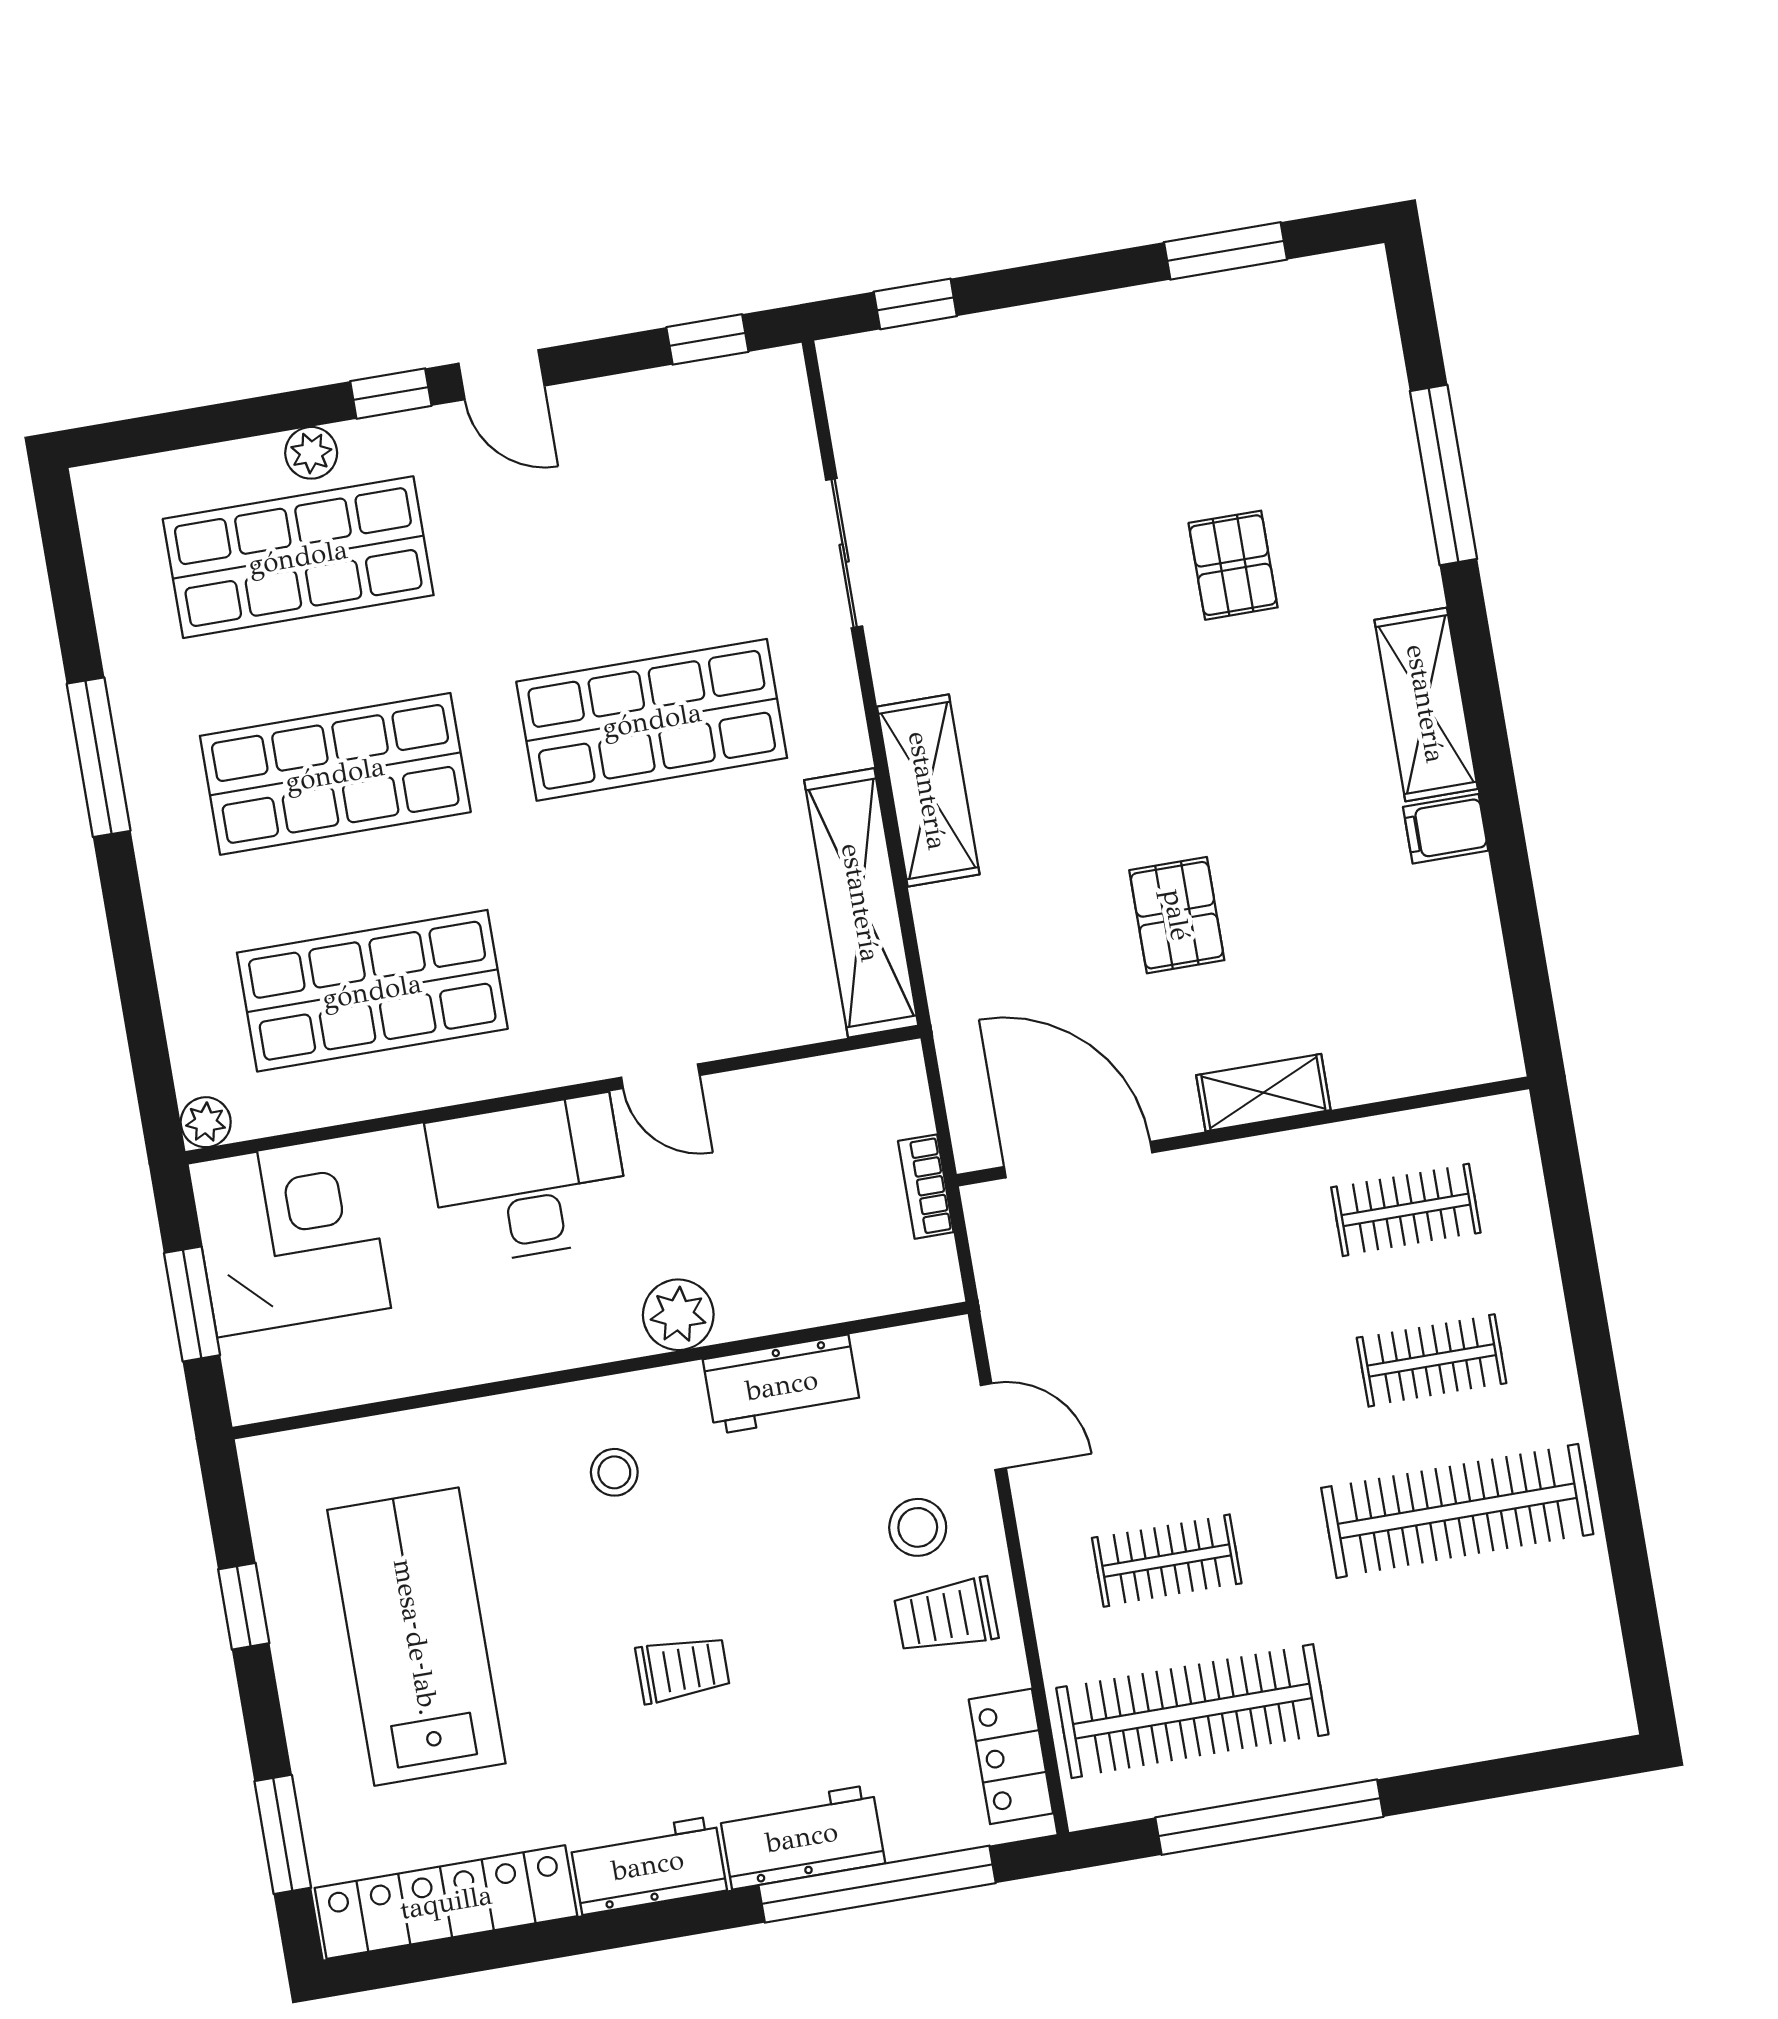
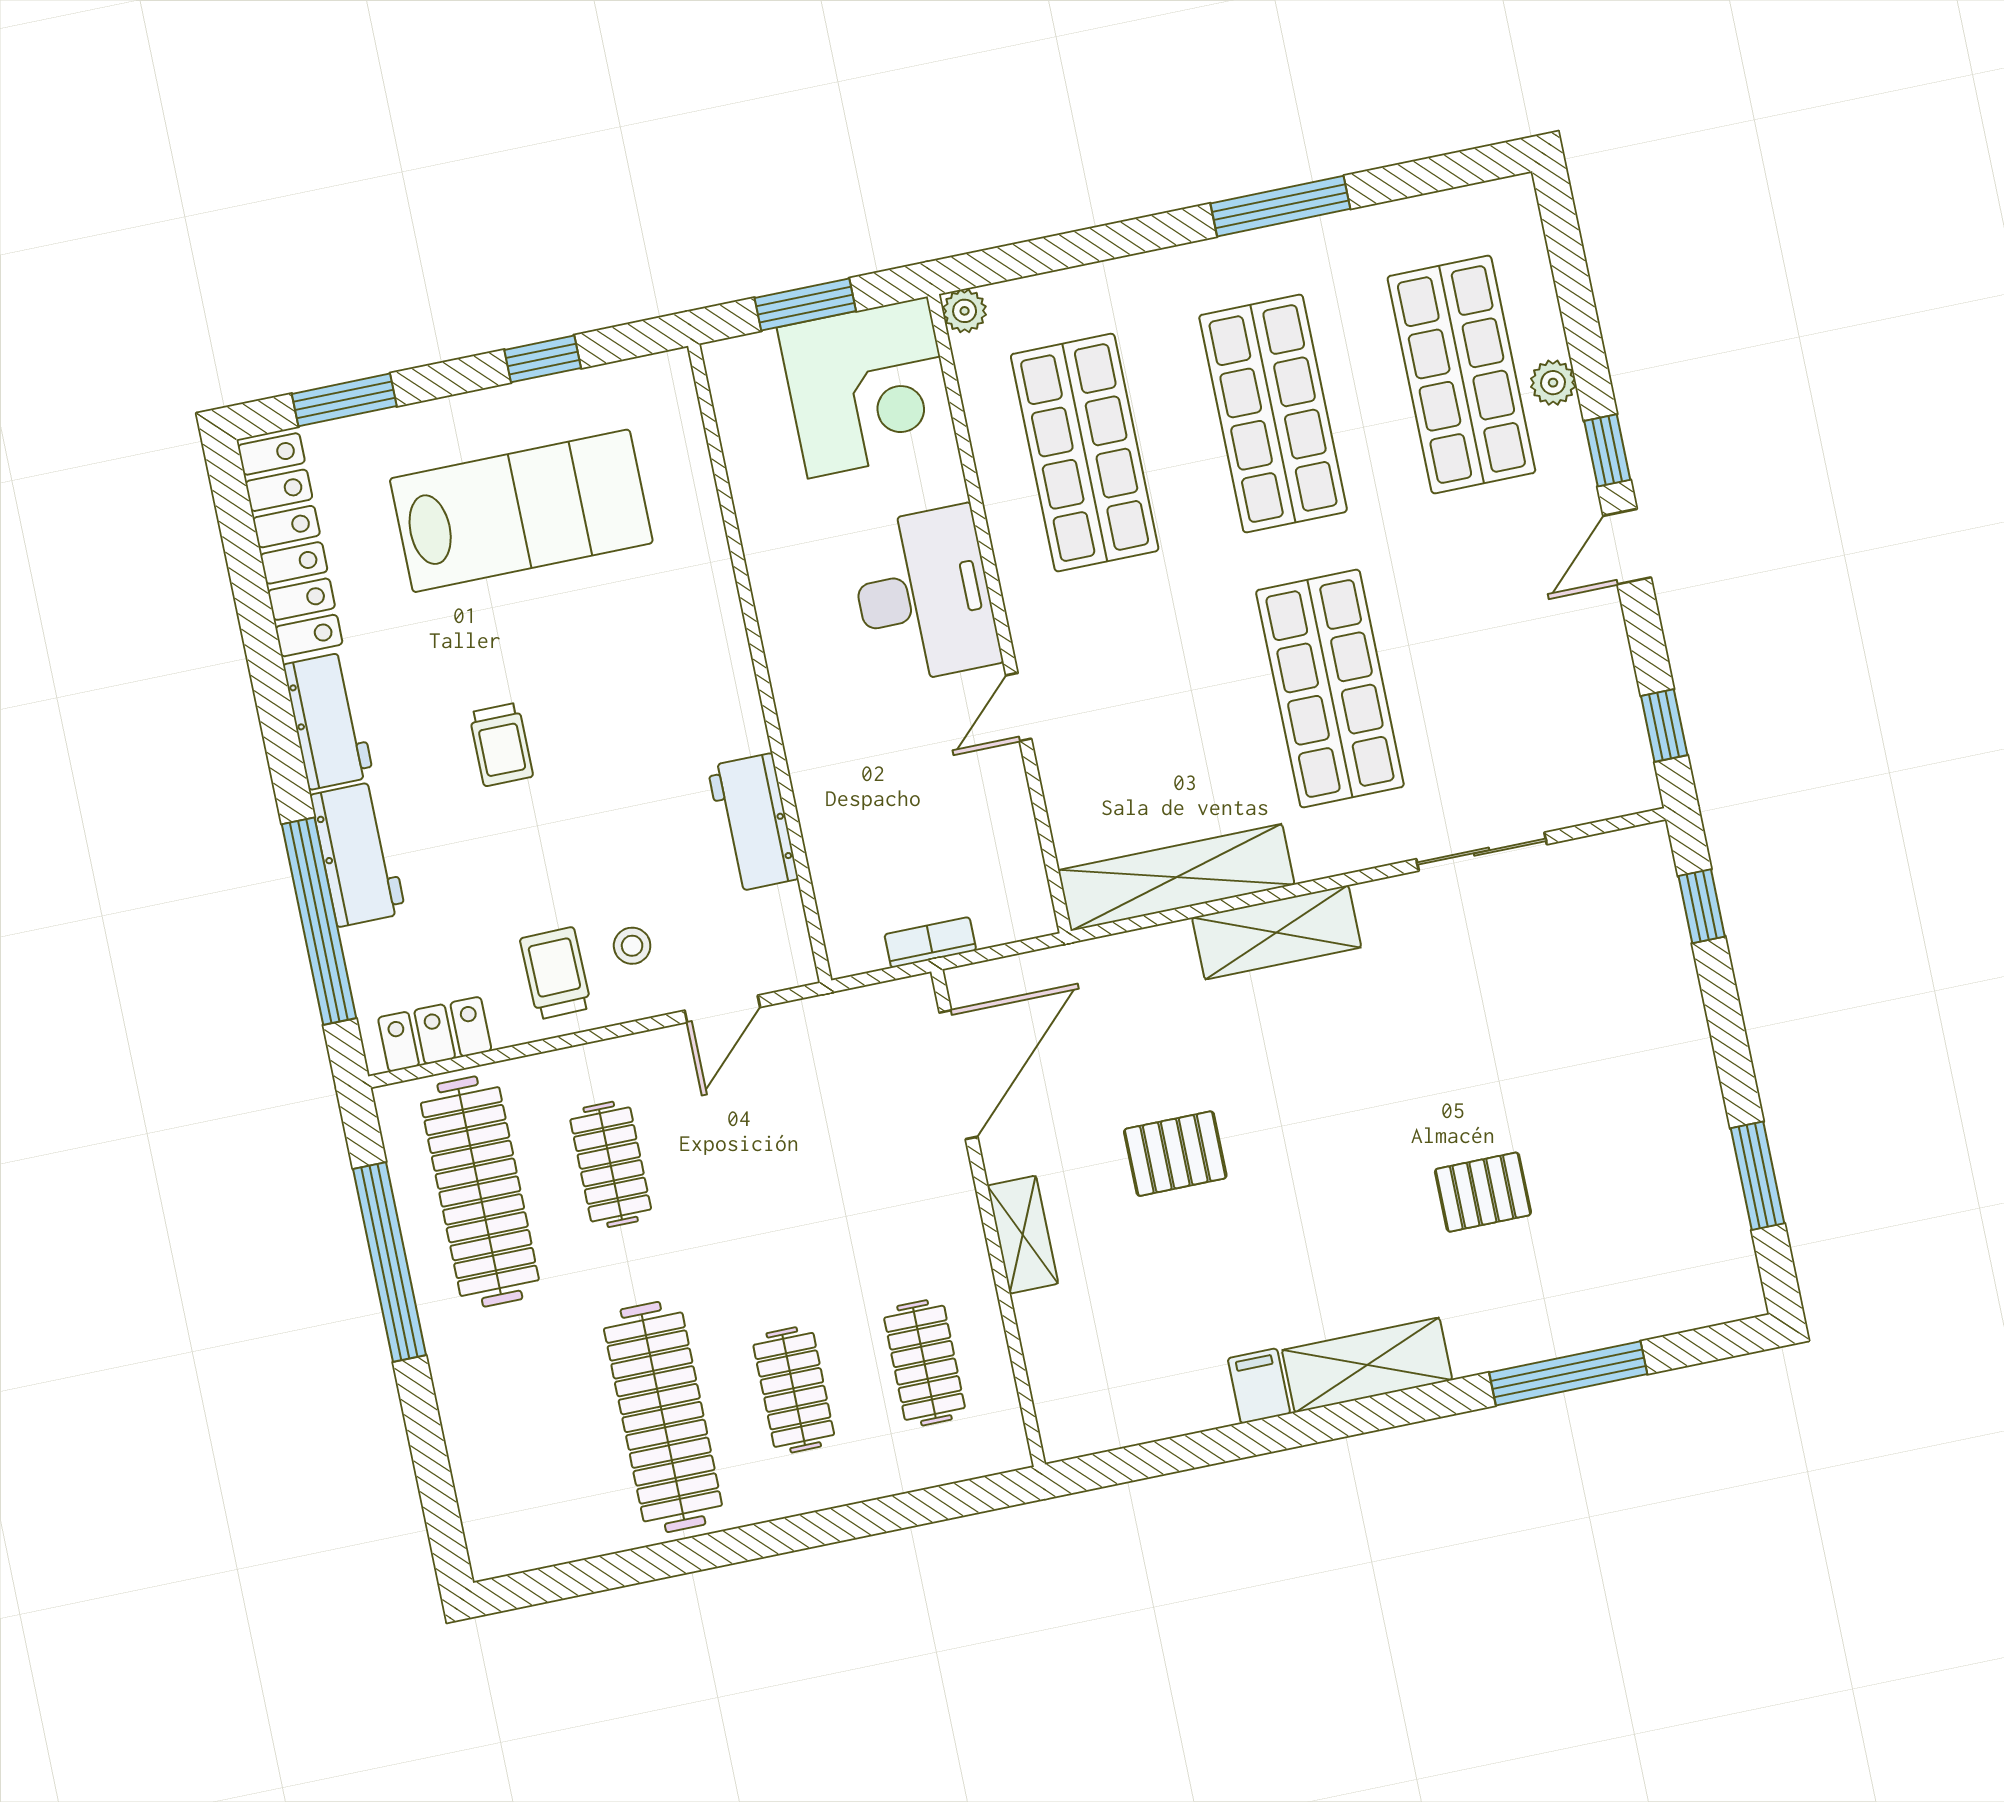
plant: (678, 1315) -> (811, 730), removed
stool: (614, 1472) -> (671, 679), removed
stool: (918, 1527) -> (632, 946), width x0.73, depth x0.73

